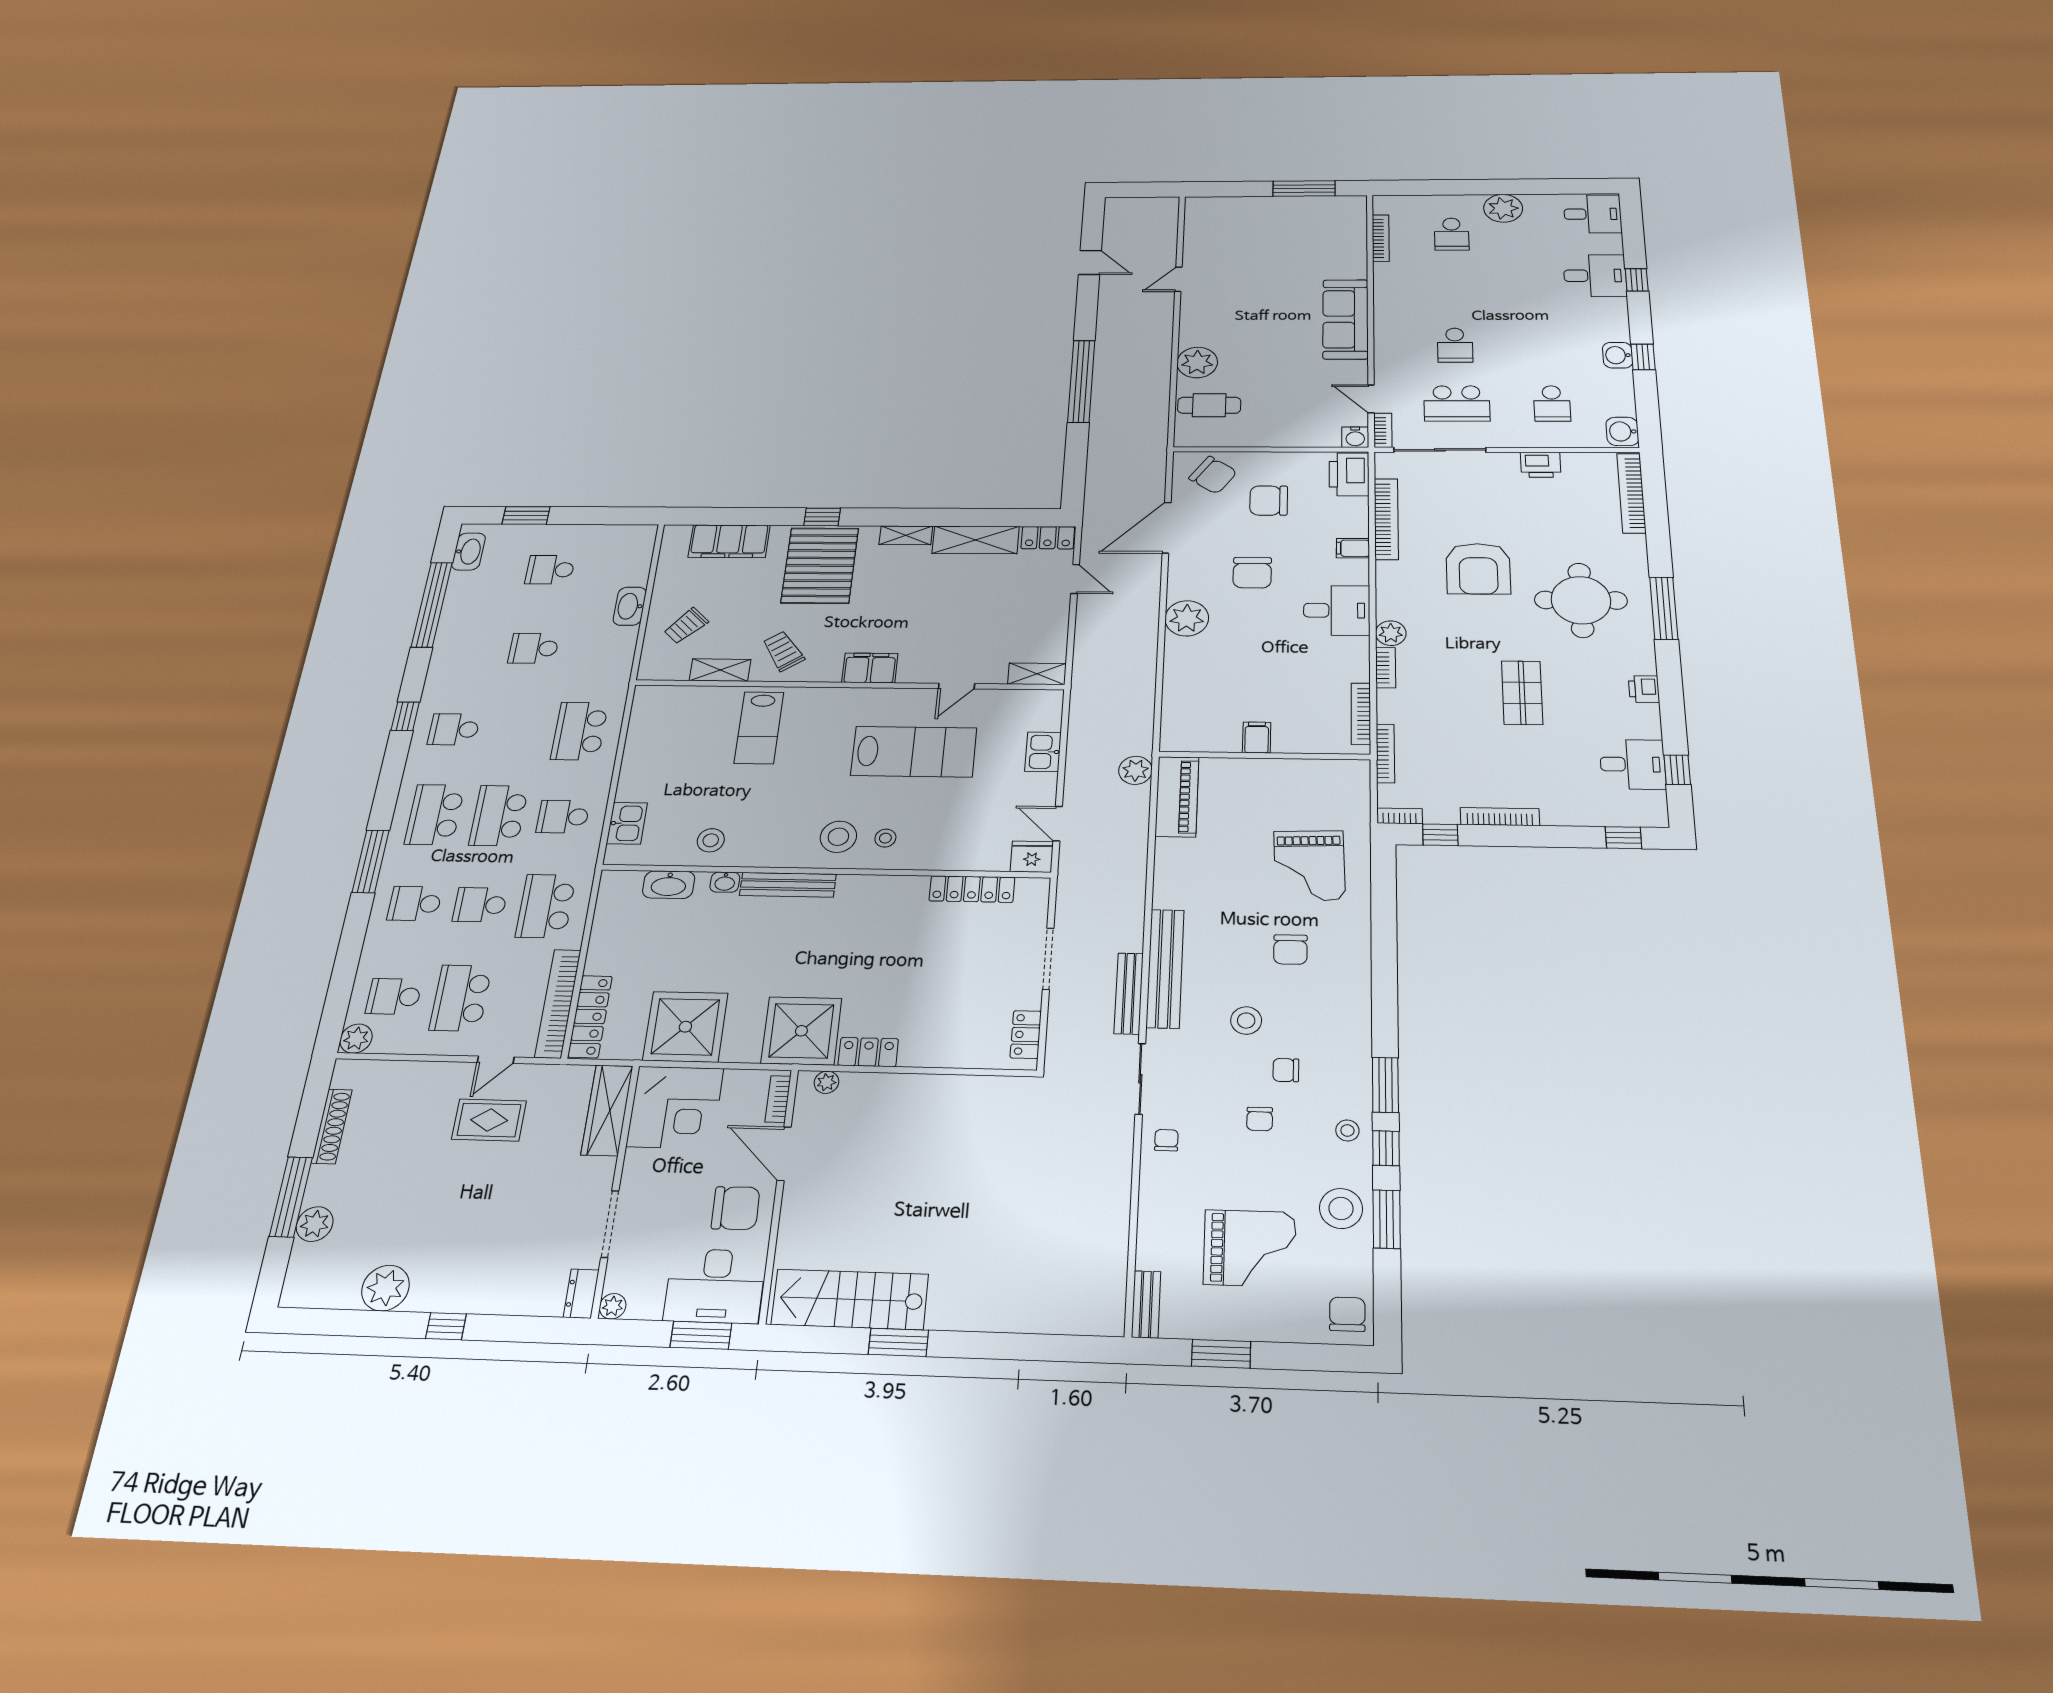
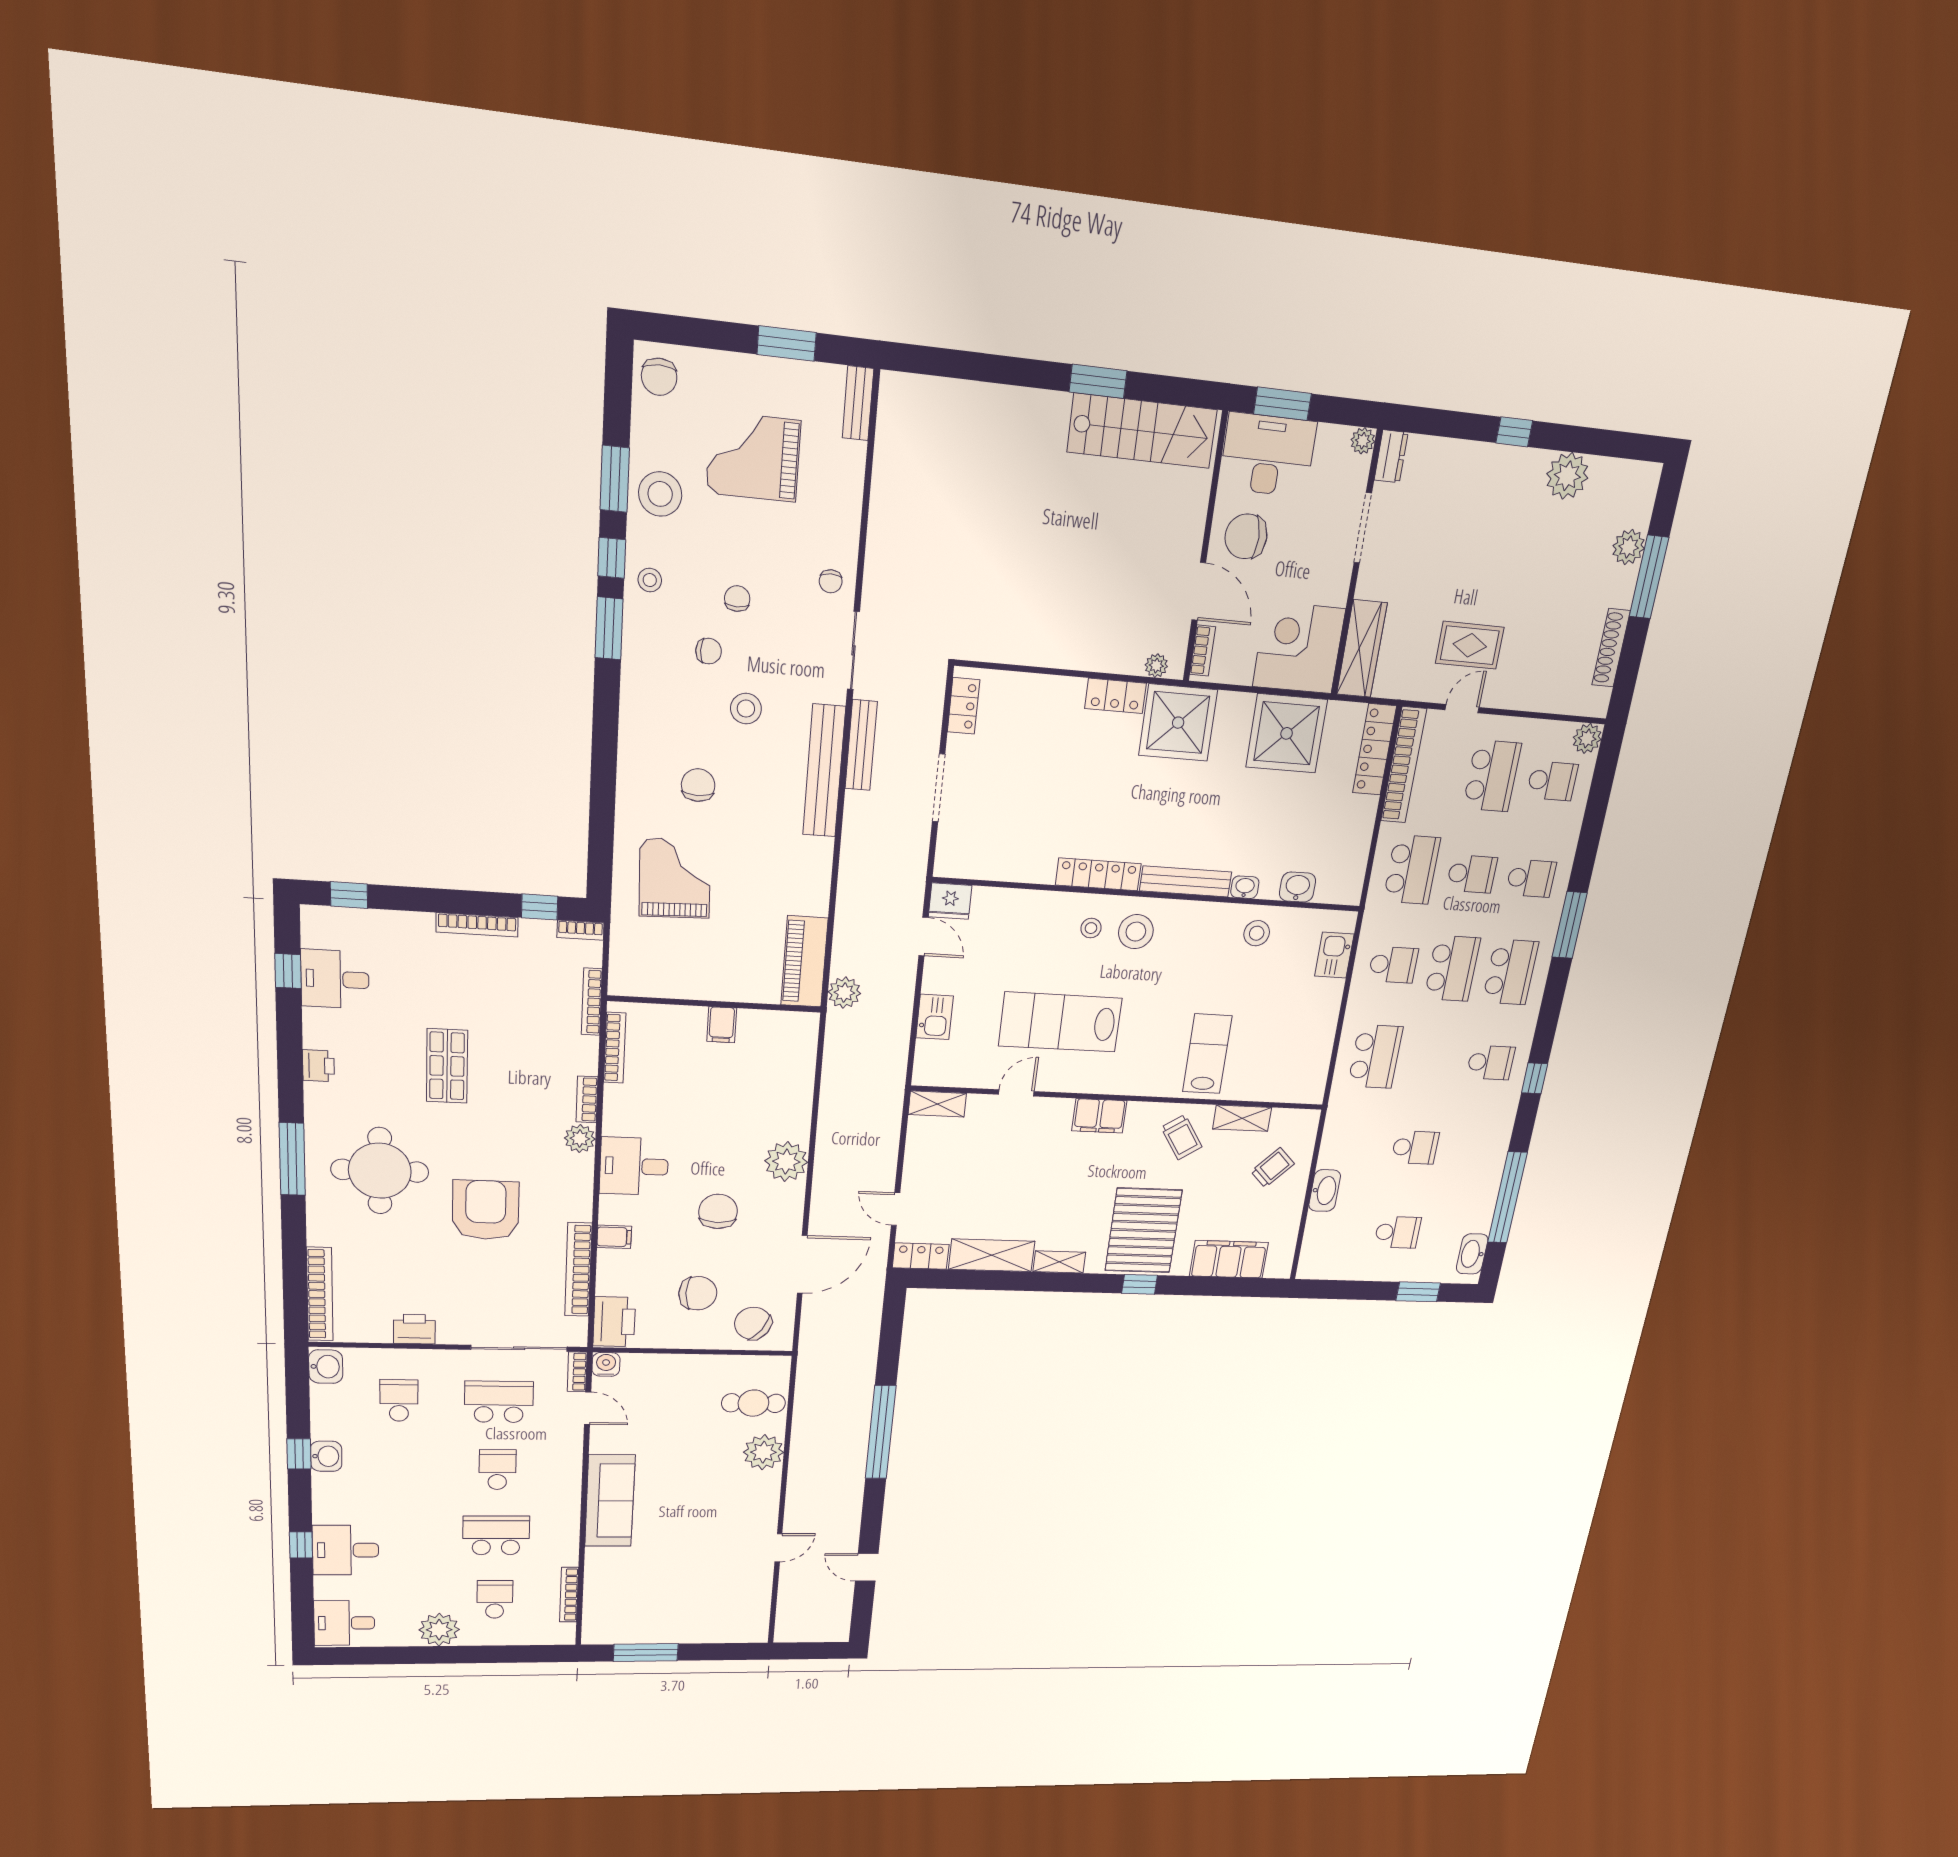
school desk: (1453, 289) -> (496, 1535), added
washbasin: (669, 885) -> (1298, 887), width x0.72
locker: (972, 889) -> (1098, 874), moved

